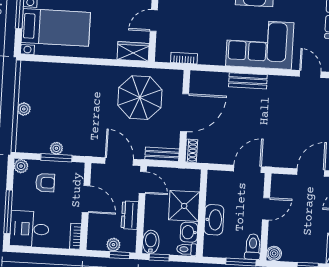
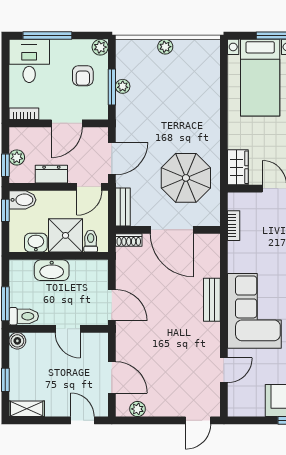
toilet: (187, 249) -> (91, 241), moved

